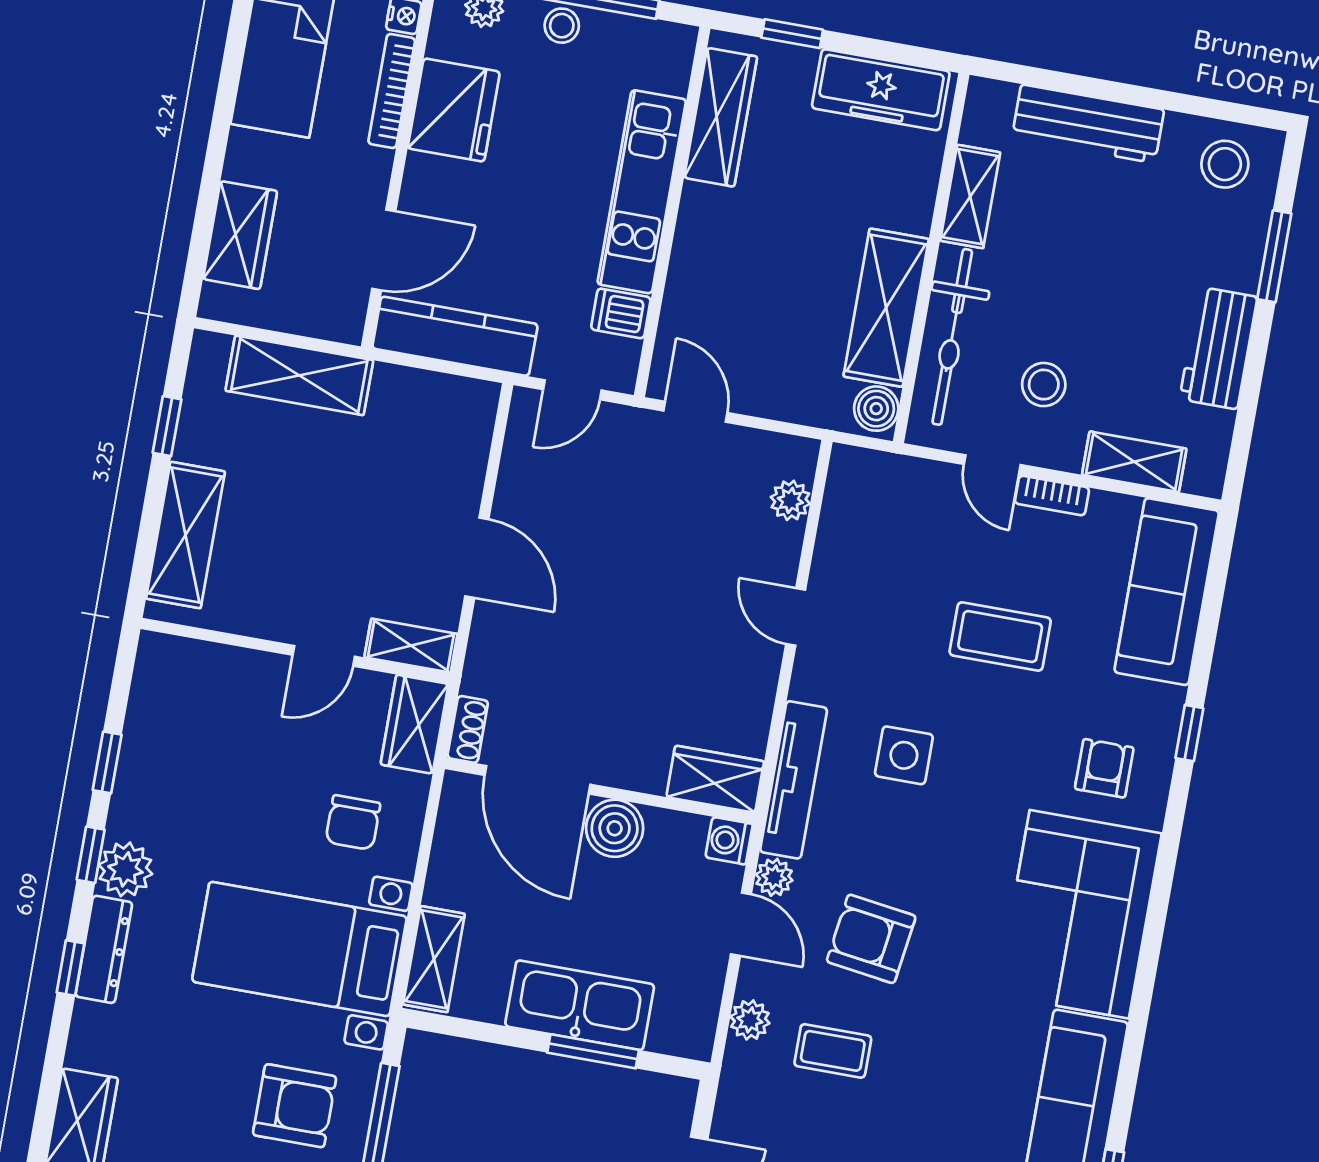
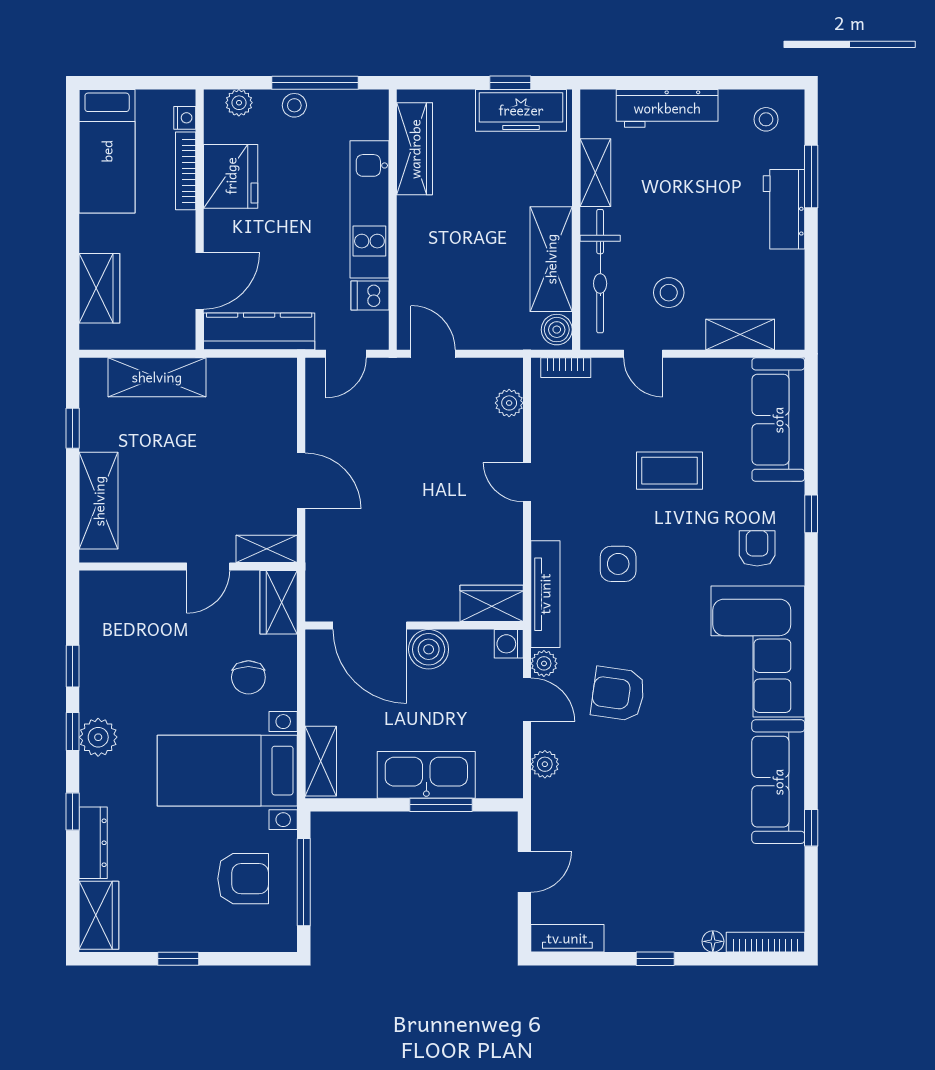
window: (792, 34) -> (510, 83), moved
stool: (1225, 164) -> (766, 119), width x0.73, depth x0.73
workbench: (1218, 348) -> (784, 209), moved
bookcase: (1052, 495) -> (566, 368), moved
shoe rack: (468, 729) -> (316, 599), removed
dresser: (104, 949) -> (93, 843), moved
coffee table: (833, 1051) -> (605, 775), removed

